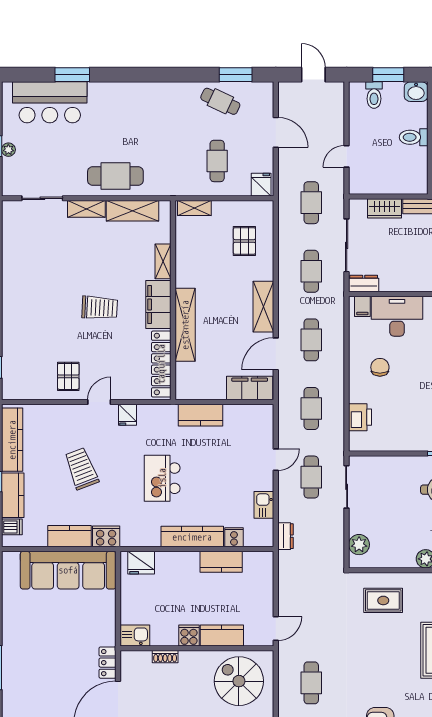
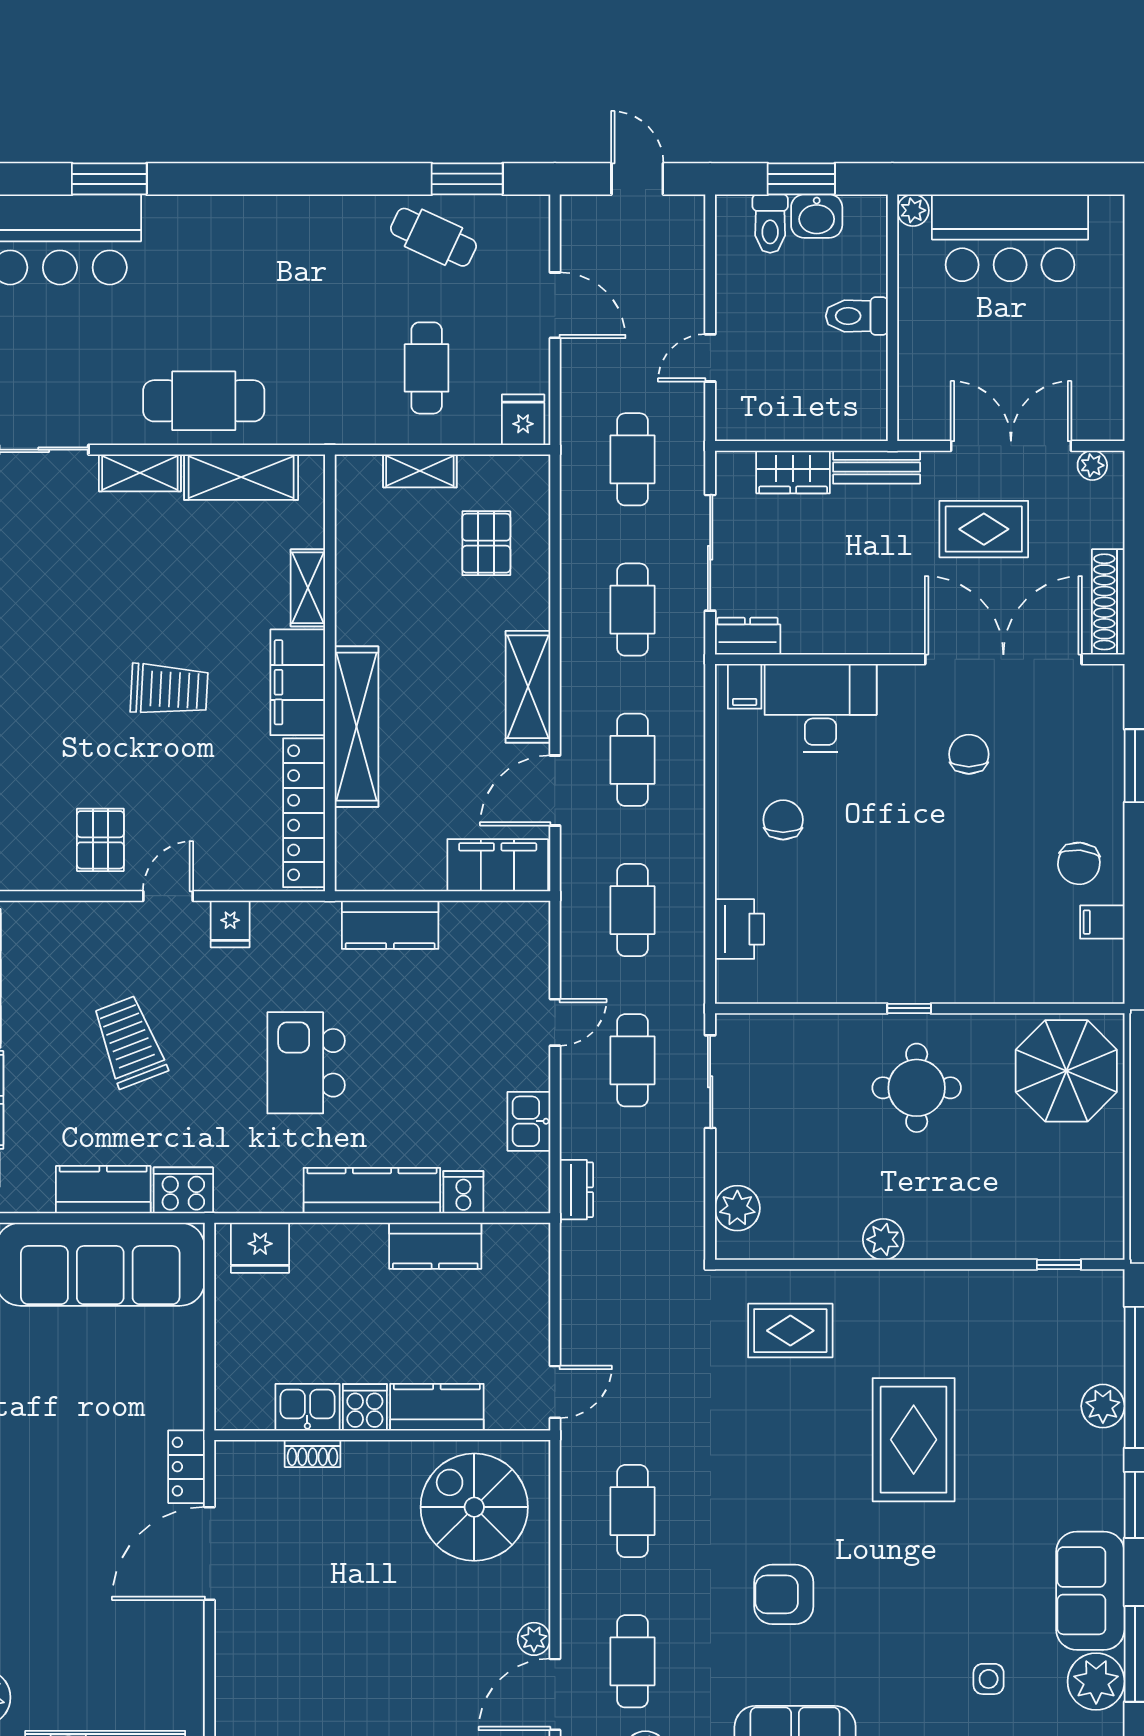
washbasin: (416, 92) -> (817, 216), moved
shelving: (194, 208) -> (420, 471), moved
kitchen sink: (135, 635) -> (307, 1407), moved

